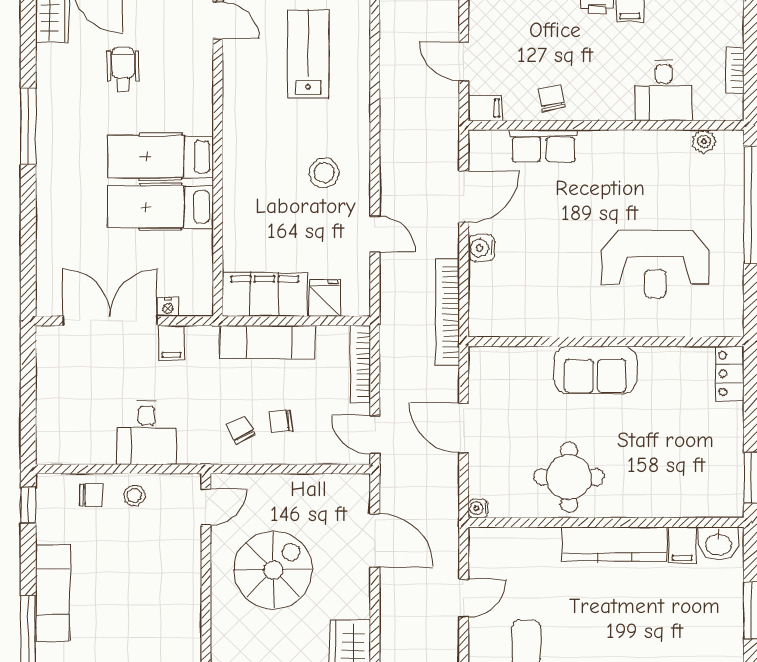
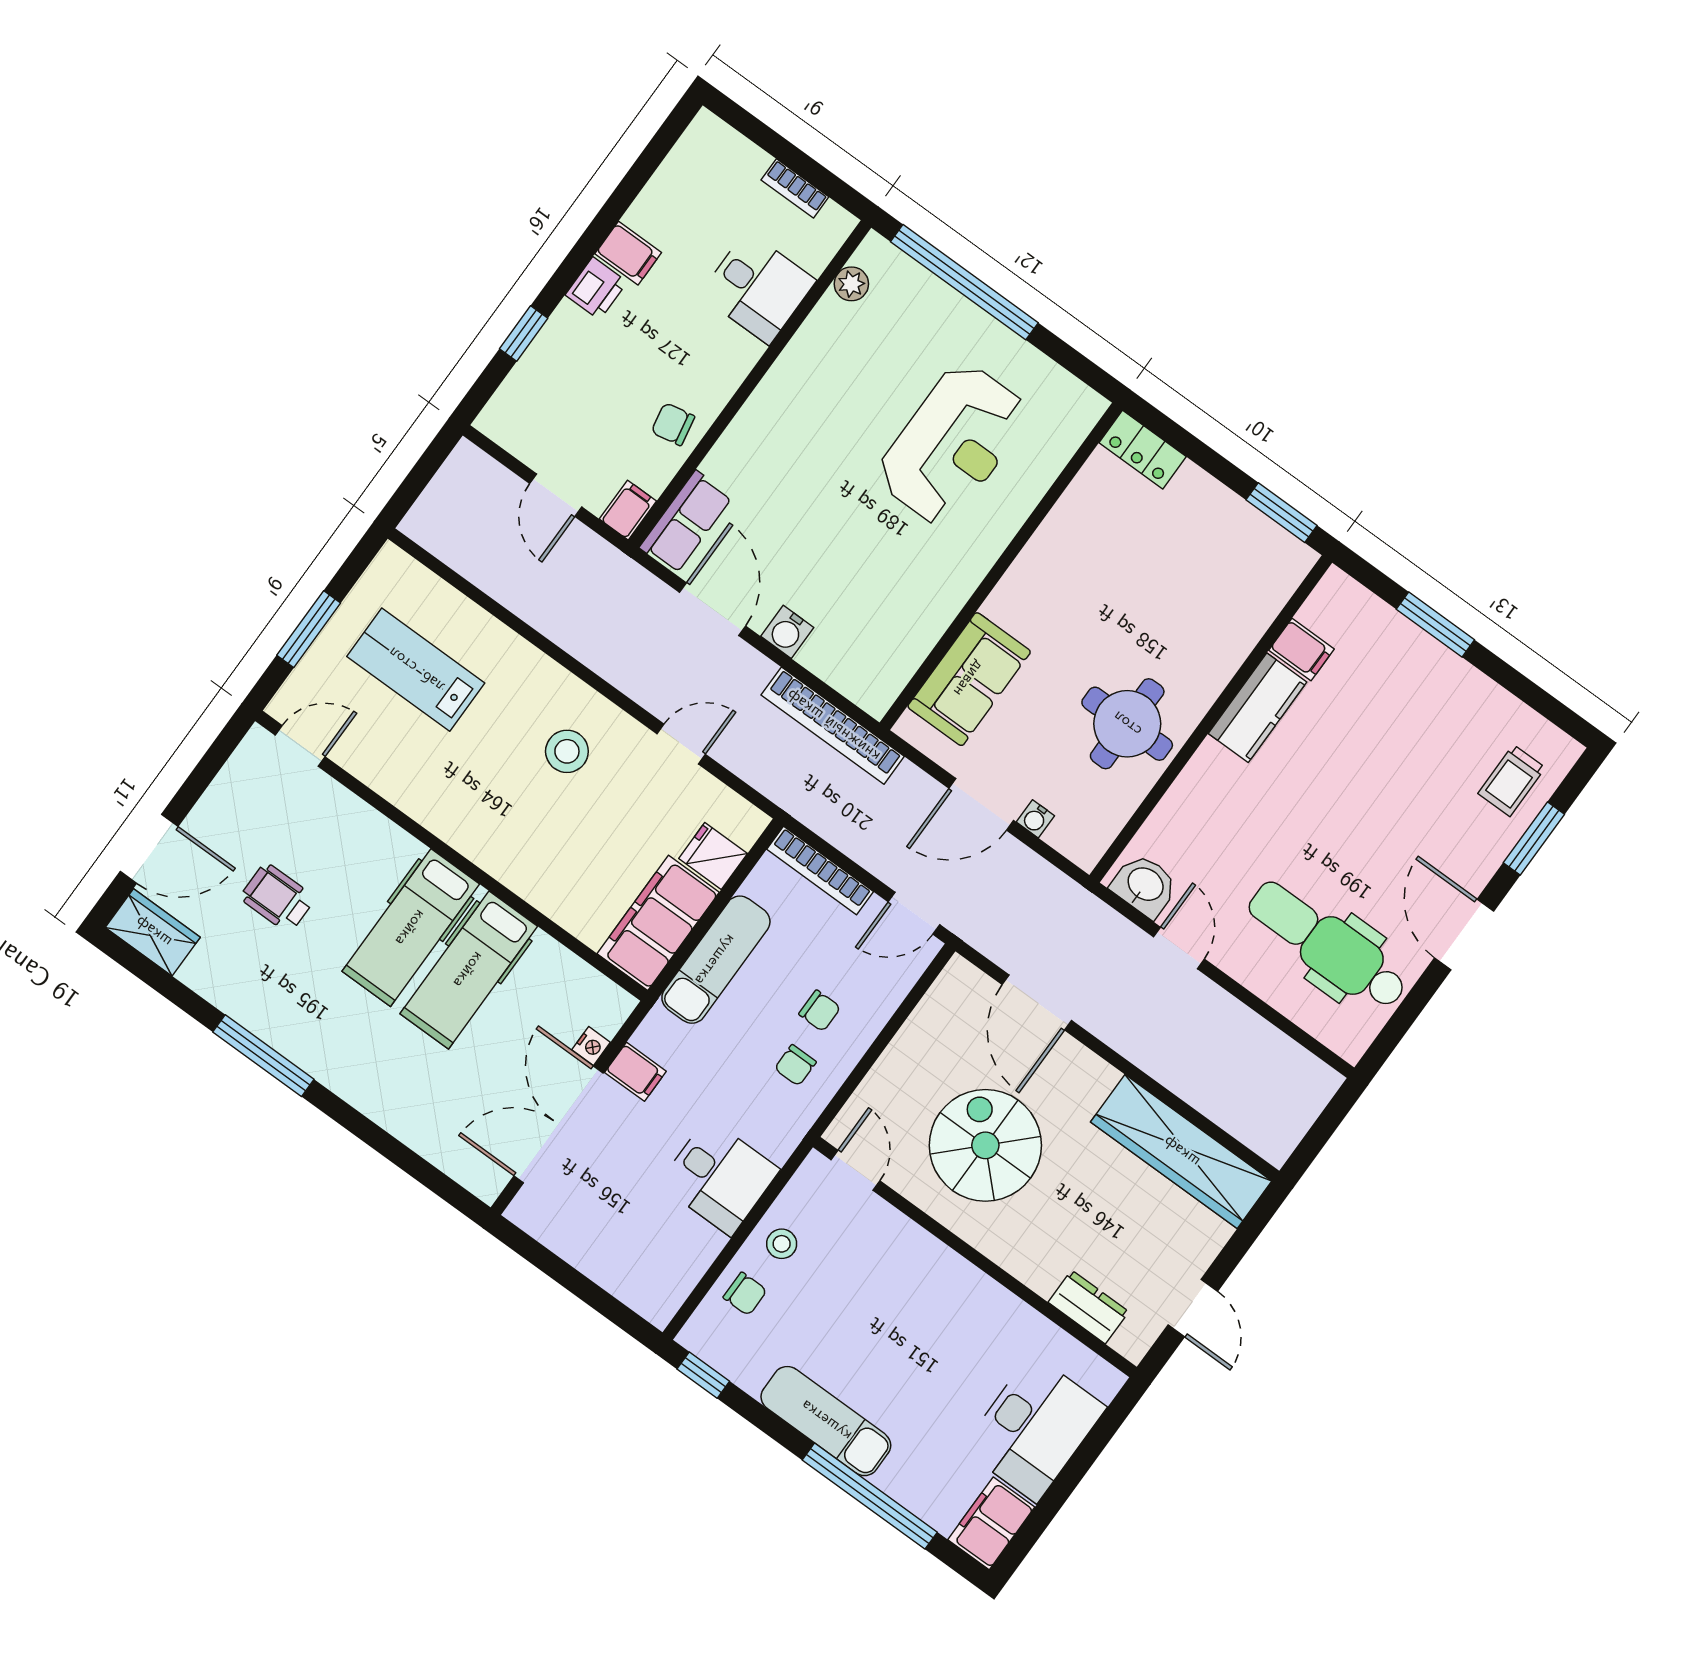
door: (464, 61) -> (556, 495), hinge flipped
row of seats: (543, 146) -> (686, 522), moved
sofa: (595, 370) -> (969, 679), moved
chair: (281, 421) -> (820, 1011), turned -84
chair: (241, 430) -> (795, 1065), turned -62
chair: (91, 495) -> (745, 1294), turned 90
water cooler: (478, 508) -> (1035, 819), moved
door: (375, 540) -> (1037, 1003), swing flipped
kitchen counter: (614, 544) -> (1258, 708), width x0.67
washbasin: (718, 544) -> (1145, 885), moved, turned -90

